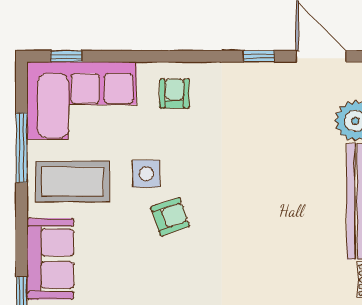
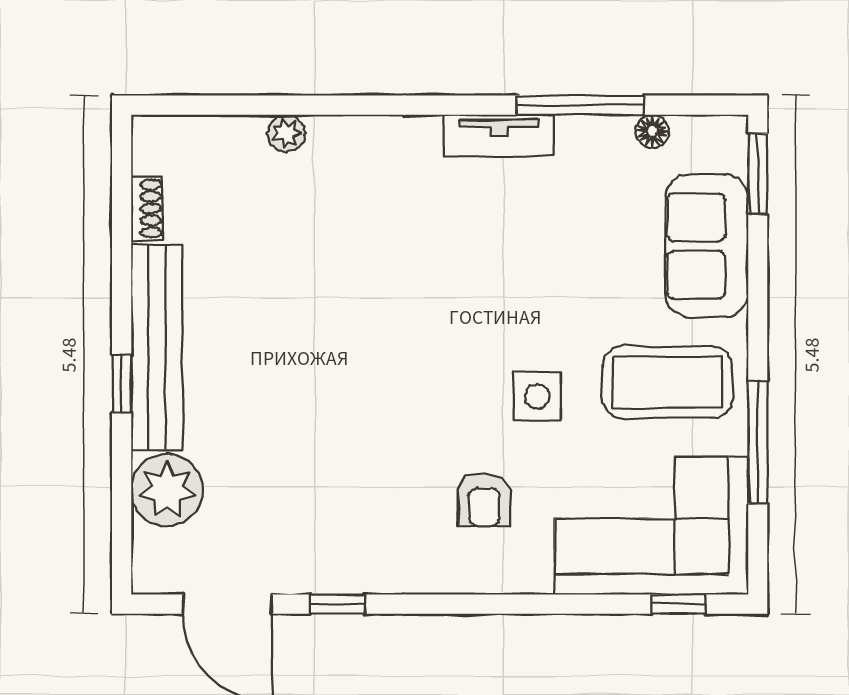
armchair: (174, 94) -> (484, 500), moved
armchair: (170, 217) -> (495, 320), removed

